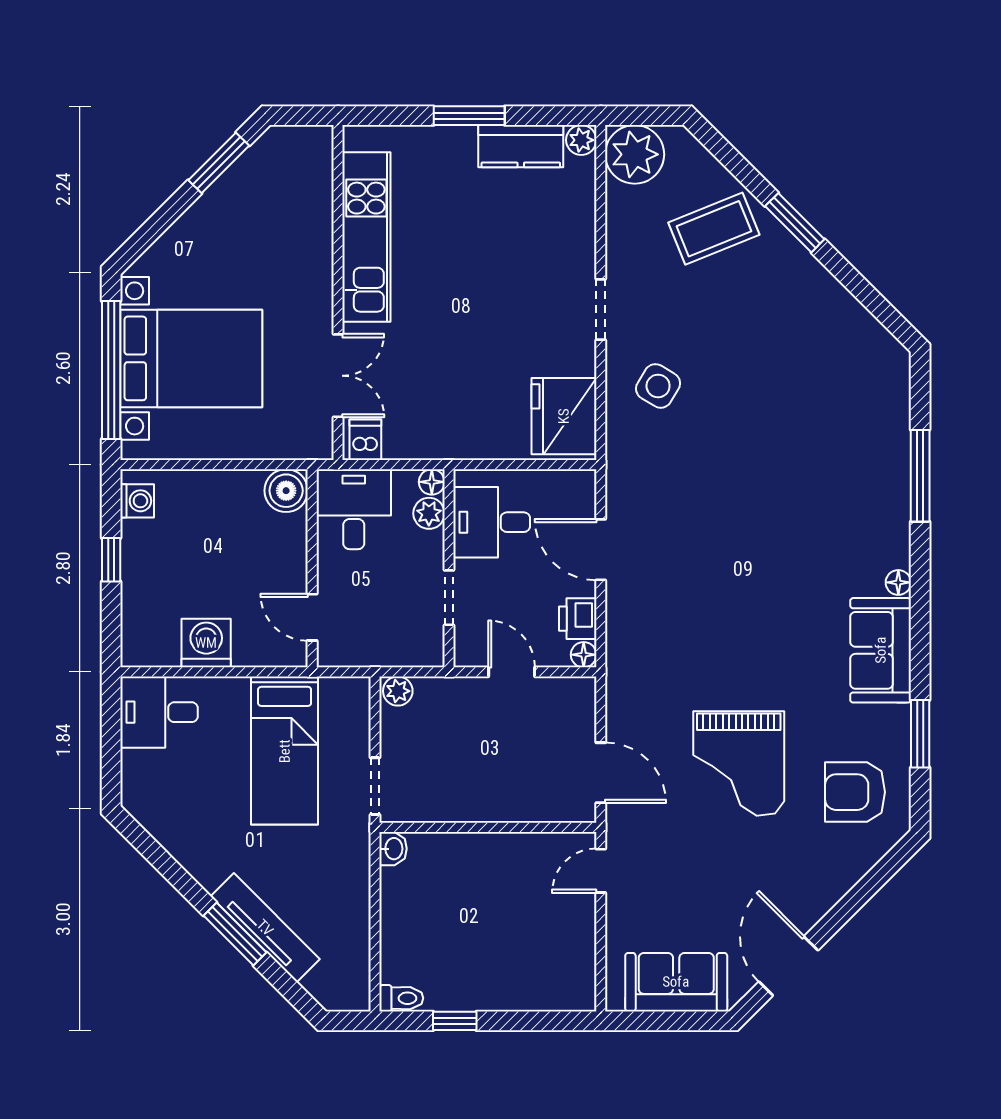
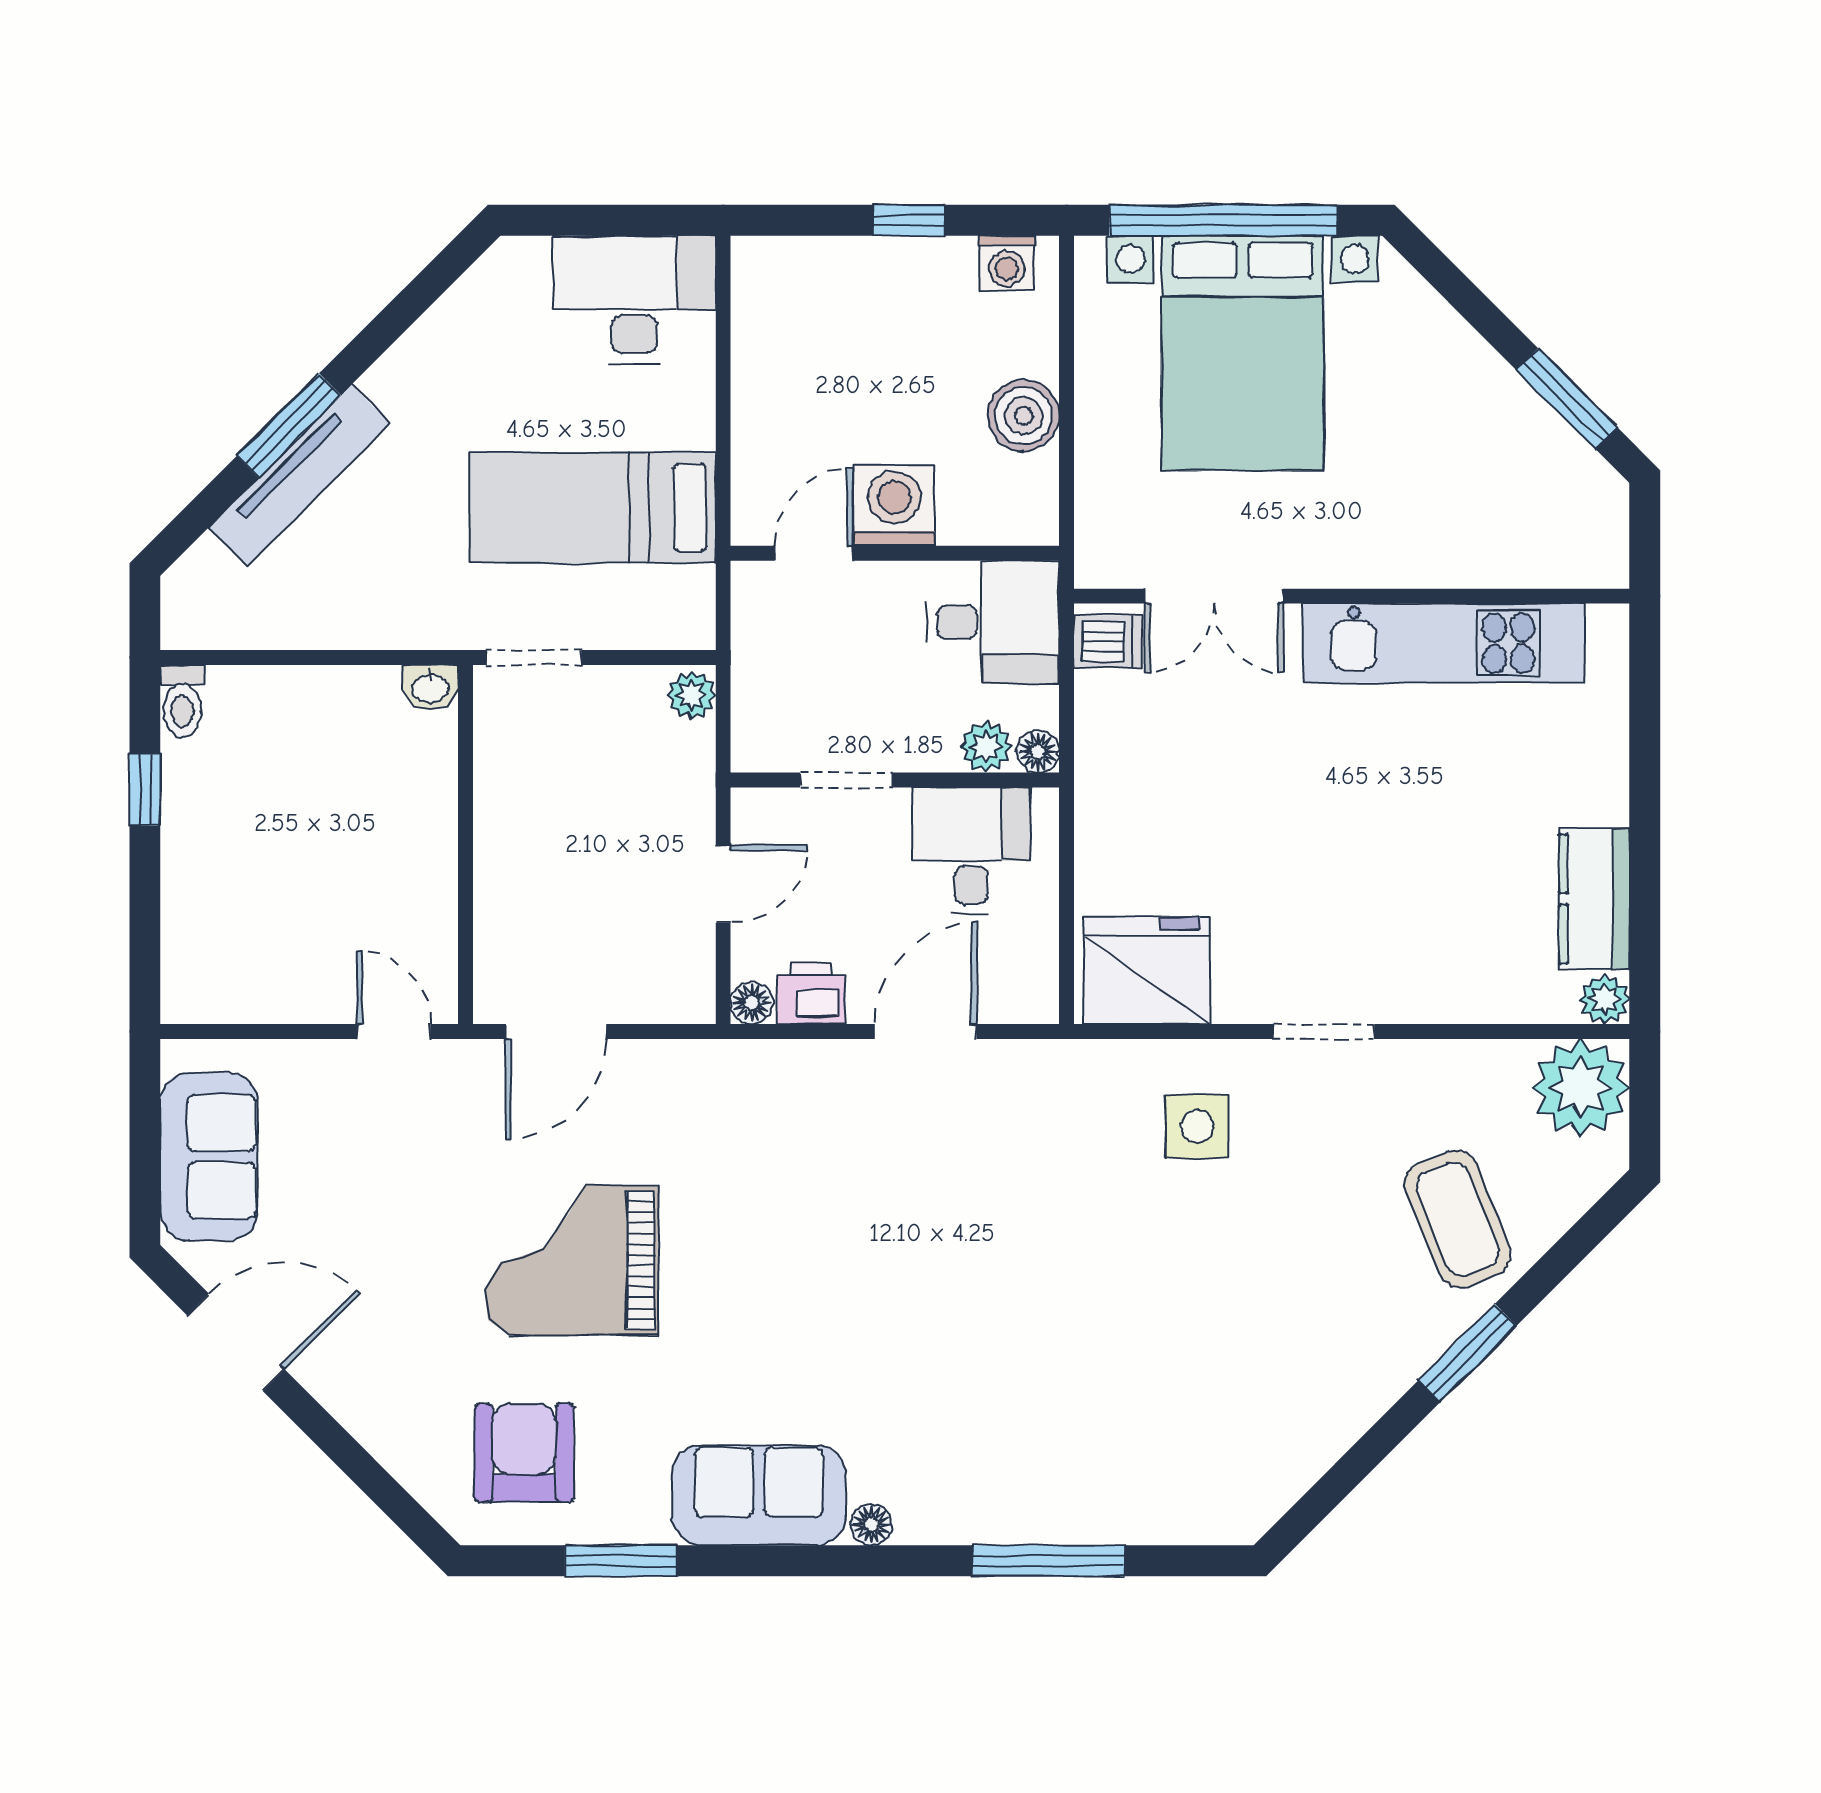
window: (469, 116) -> (1645, 813), removed
side table: (658, 386) -> (1197, 1126), turned -31
boiler: (286, 491) -> (1023, 416), moved
washing machine: (206, 643) -> (894, 505), moved, turned -90
desk: (159, 712) -> (634, 300), width x1.37

